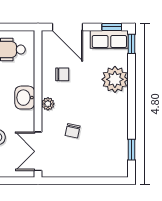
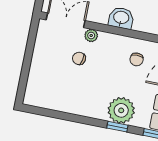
plant: (48, 104) -> (91, 35), moved
window: (132, 150) -> (117, 127), moved

